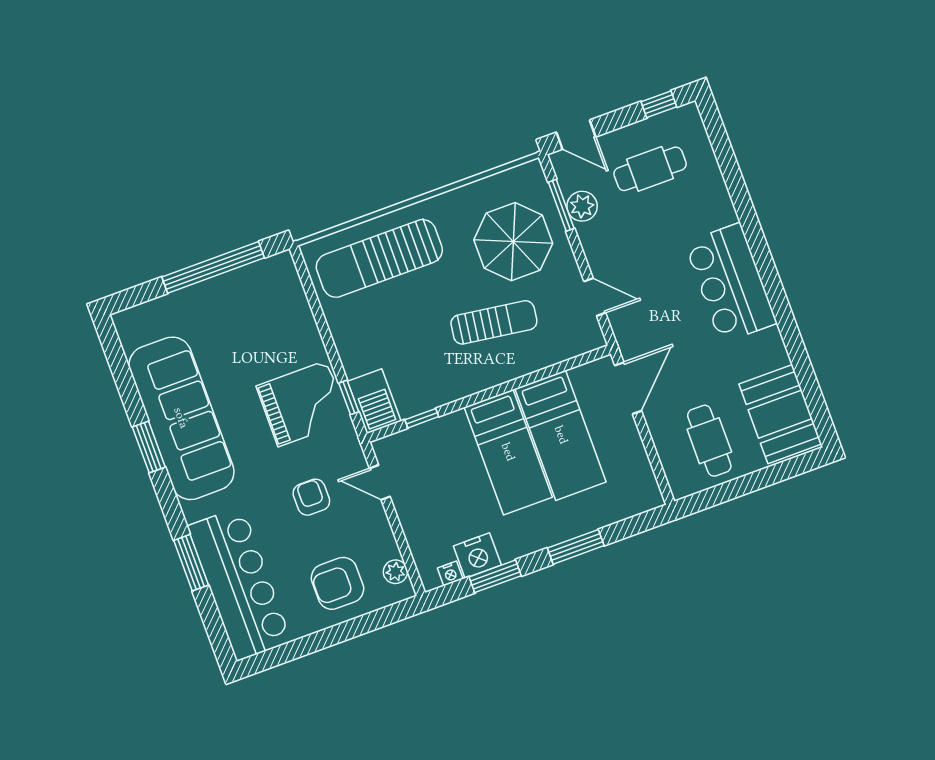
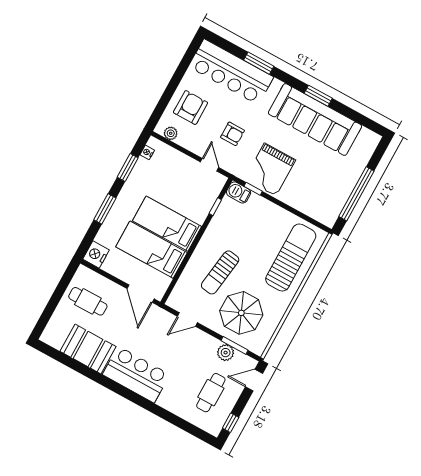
barbecue: (374, 401) -> (239, 192), width x0.73, depth x0.79
booth: (780, 414) -> (88, 349), moved
door: (380, 482) -> (209, 165), hinge flipped
nightstand: (477, 555) -> (96, 254), moved

